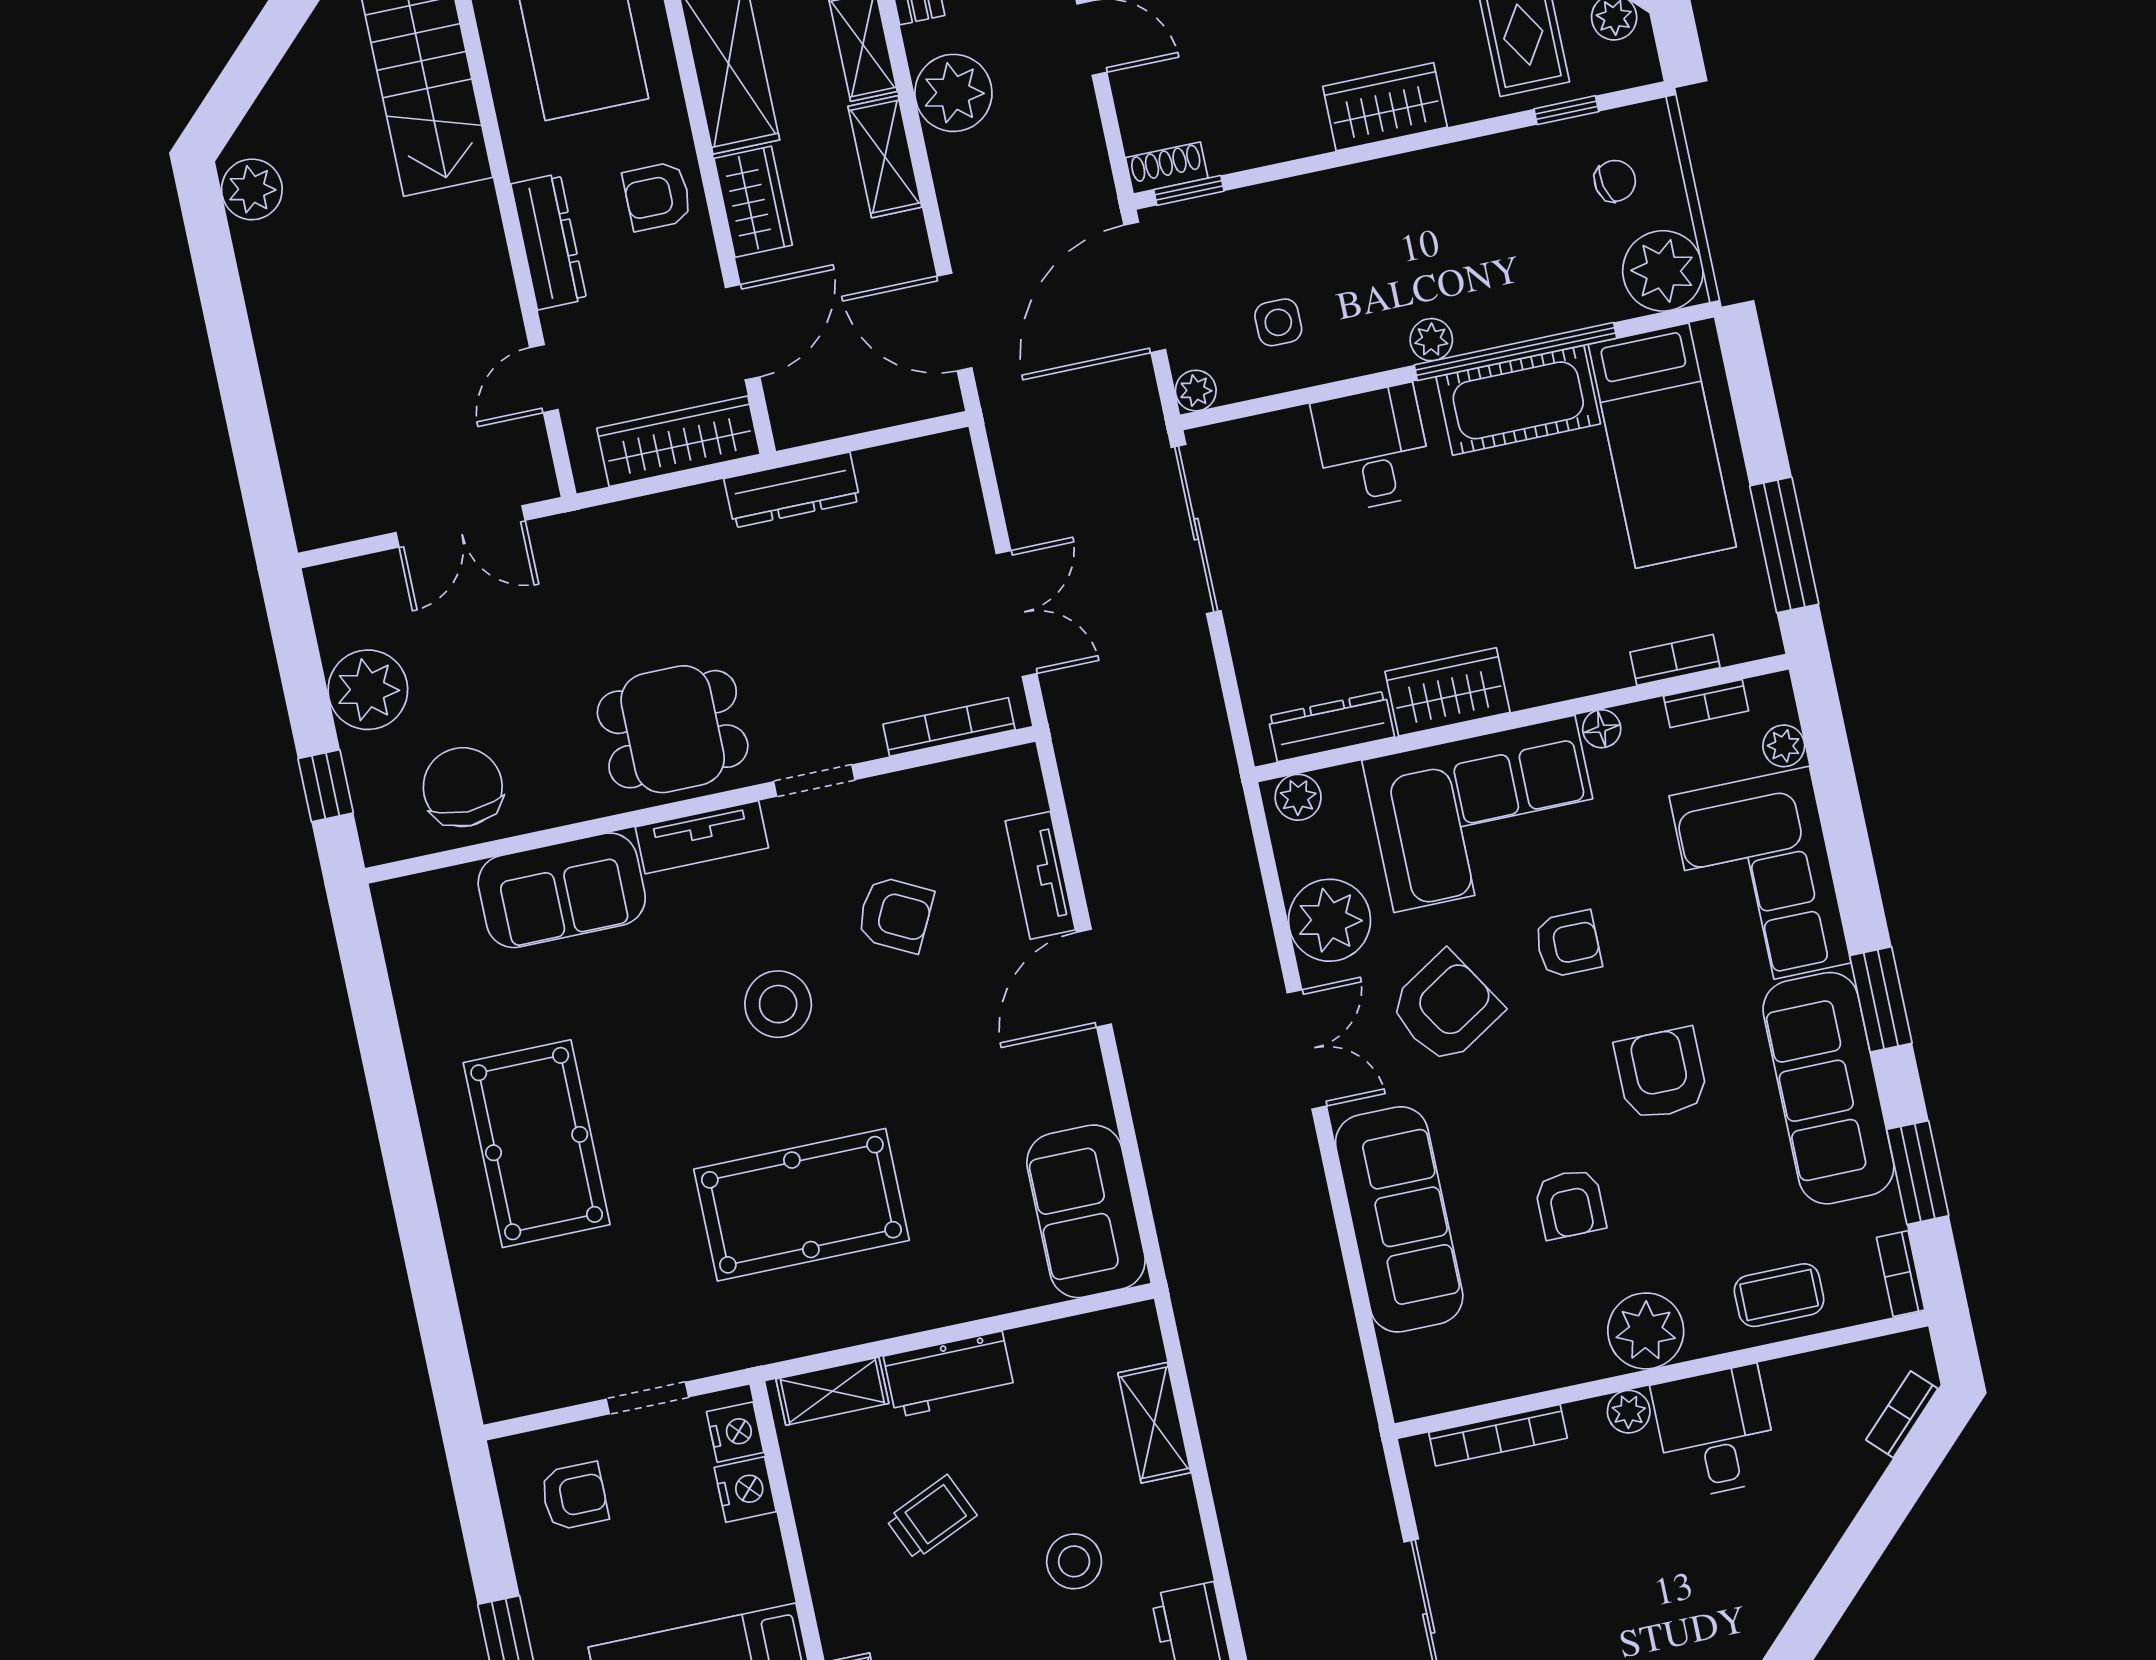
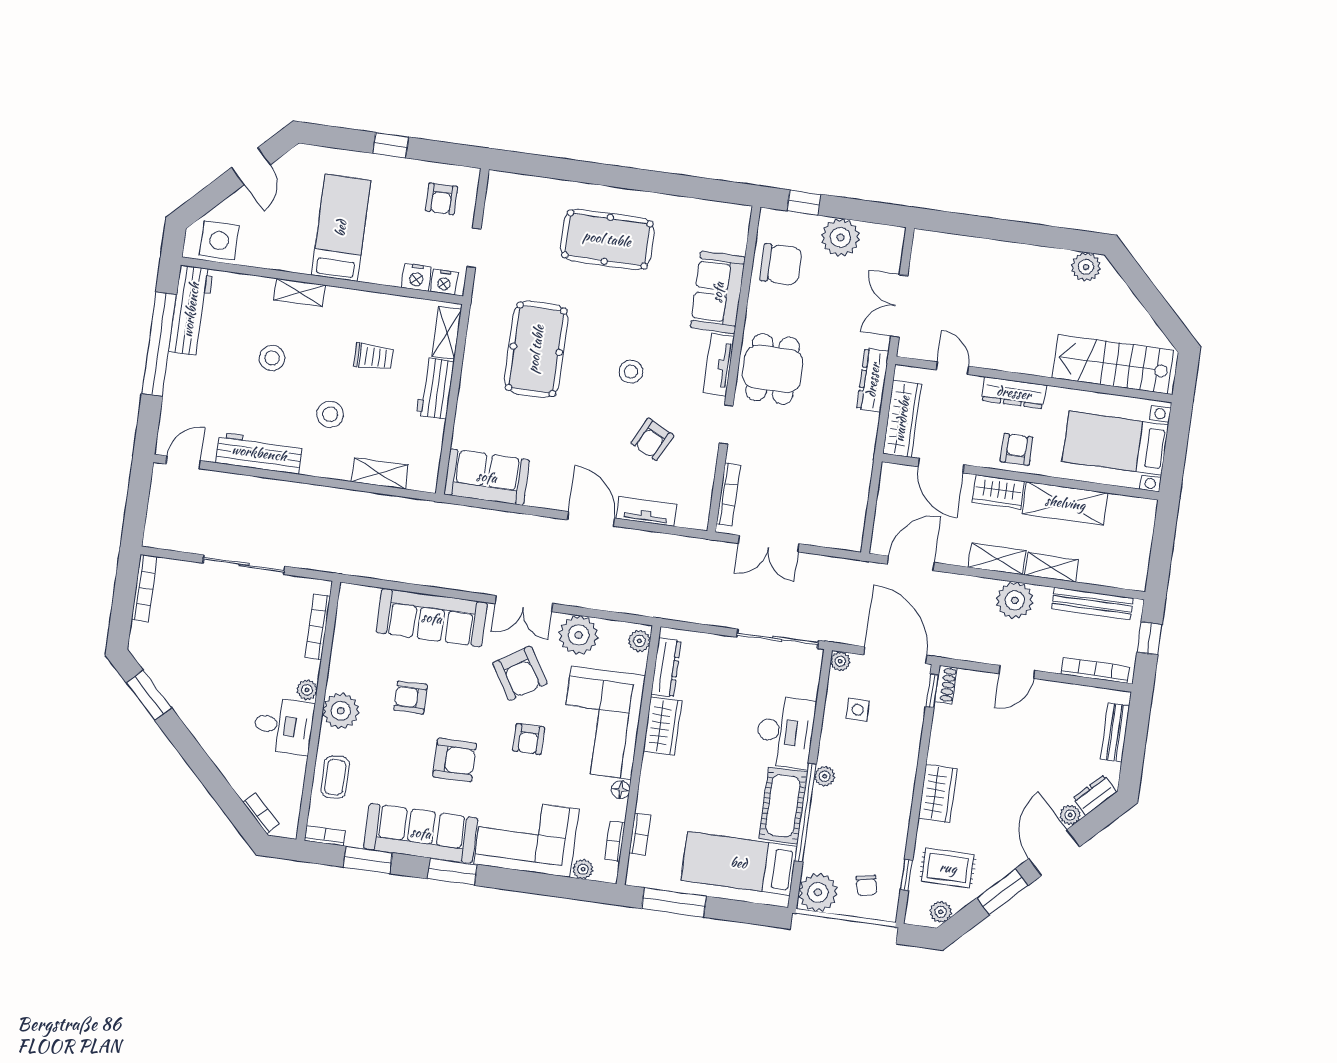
desk: (1373, 448) -> (785, 732), width x1.37
dresser: (792, 490) -> (873, 380), moved
stool: (778, 1004) -> (631, 372), width x0.73, depth x0.73
trolley: (931, 1517) -> (373, 357), turned -66

